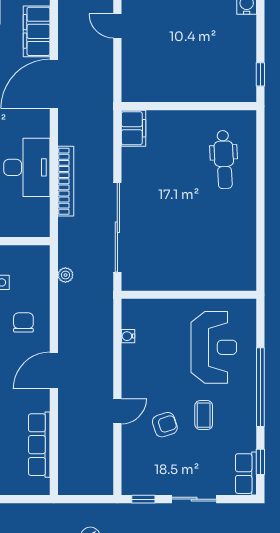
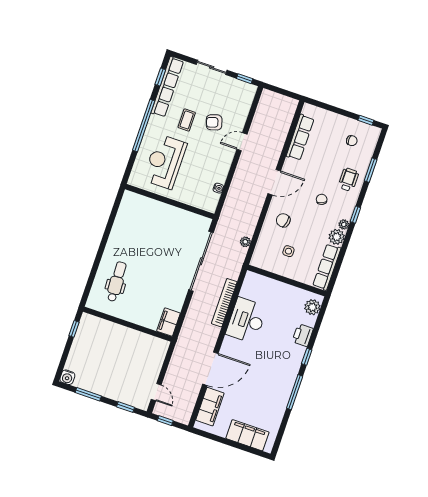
chair: (23, 322) -> (283, 220), turned 101
row of seats: (246, 474) -> (167, 87), width x2.02

